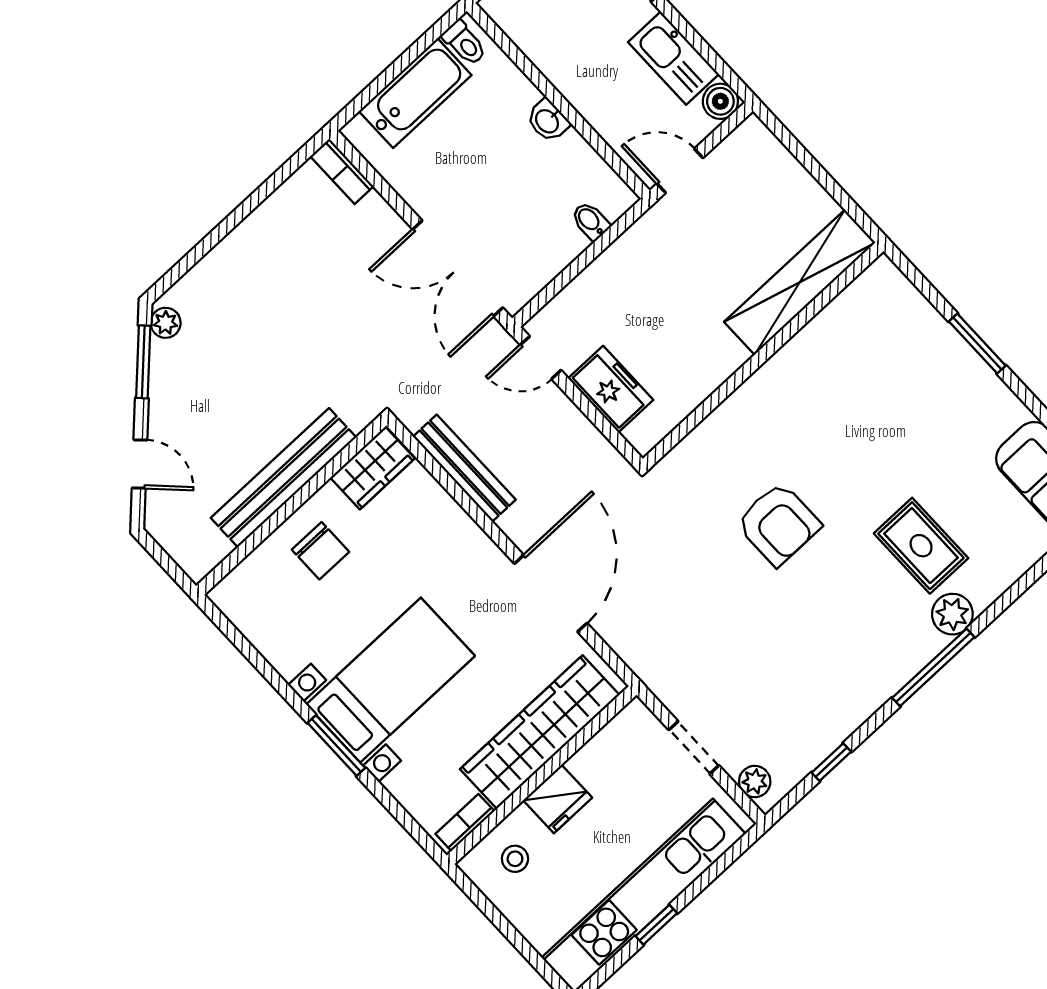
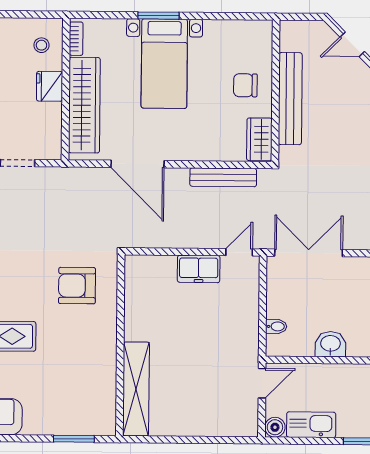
washbasin: (548, 121) -> (330, 344), width x1.38, depth x1.45
shelving: (800, 282) -> (136, 389), moved
wall: (763, 355) -> (120, 345), moved

